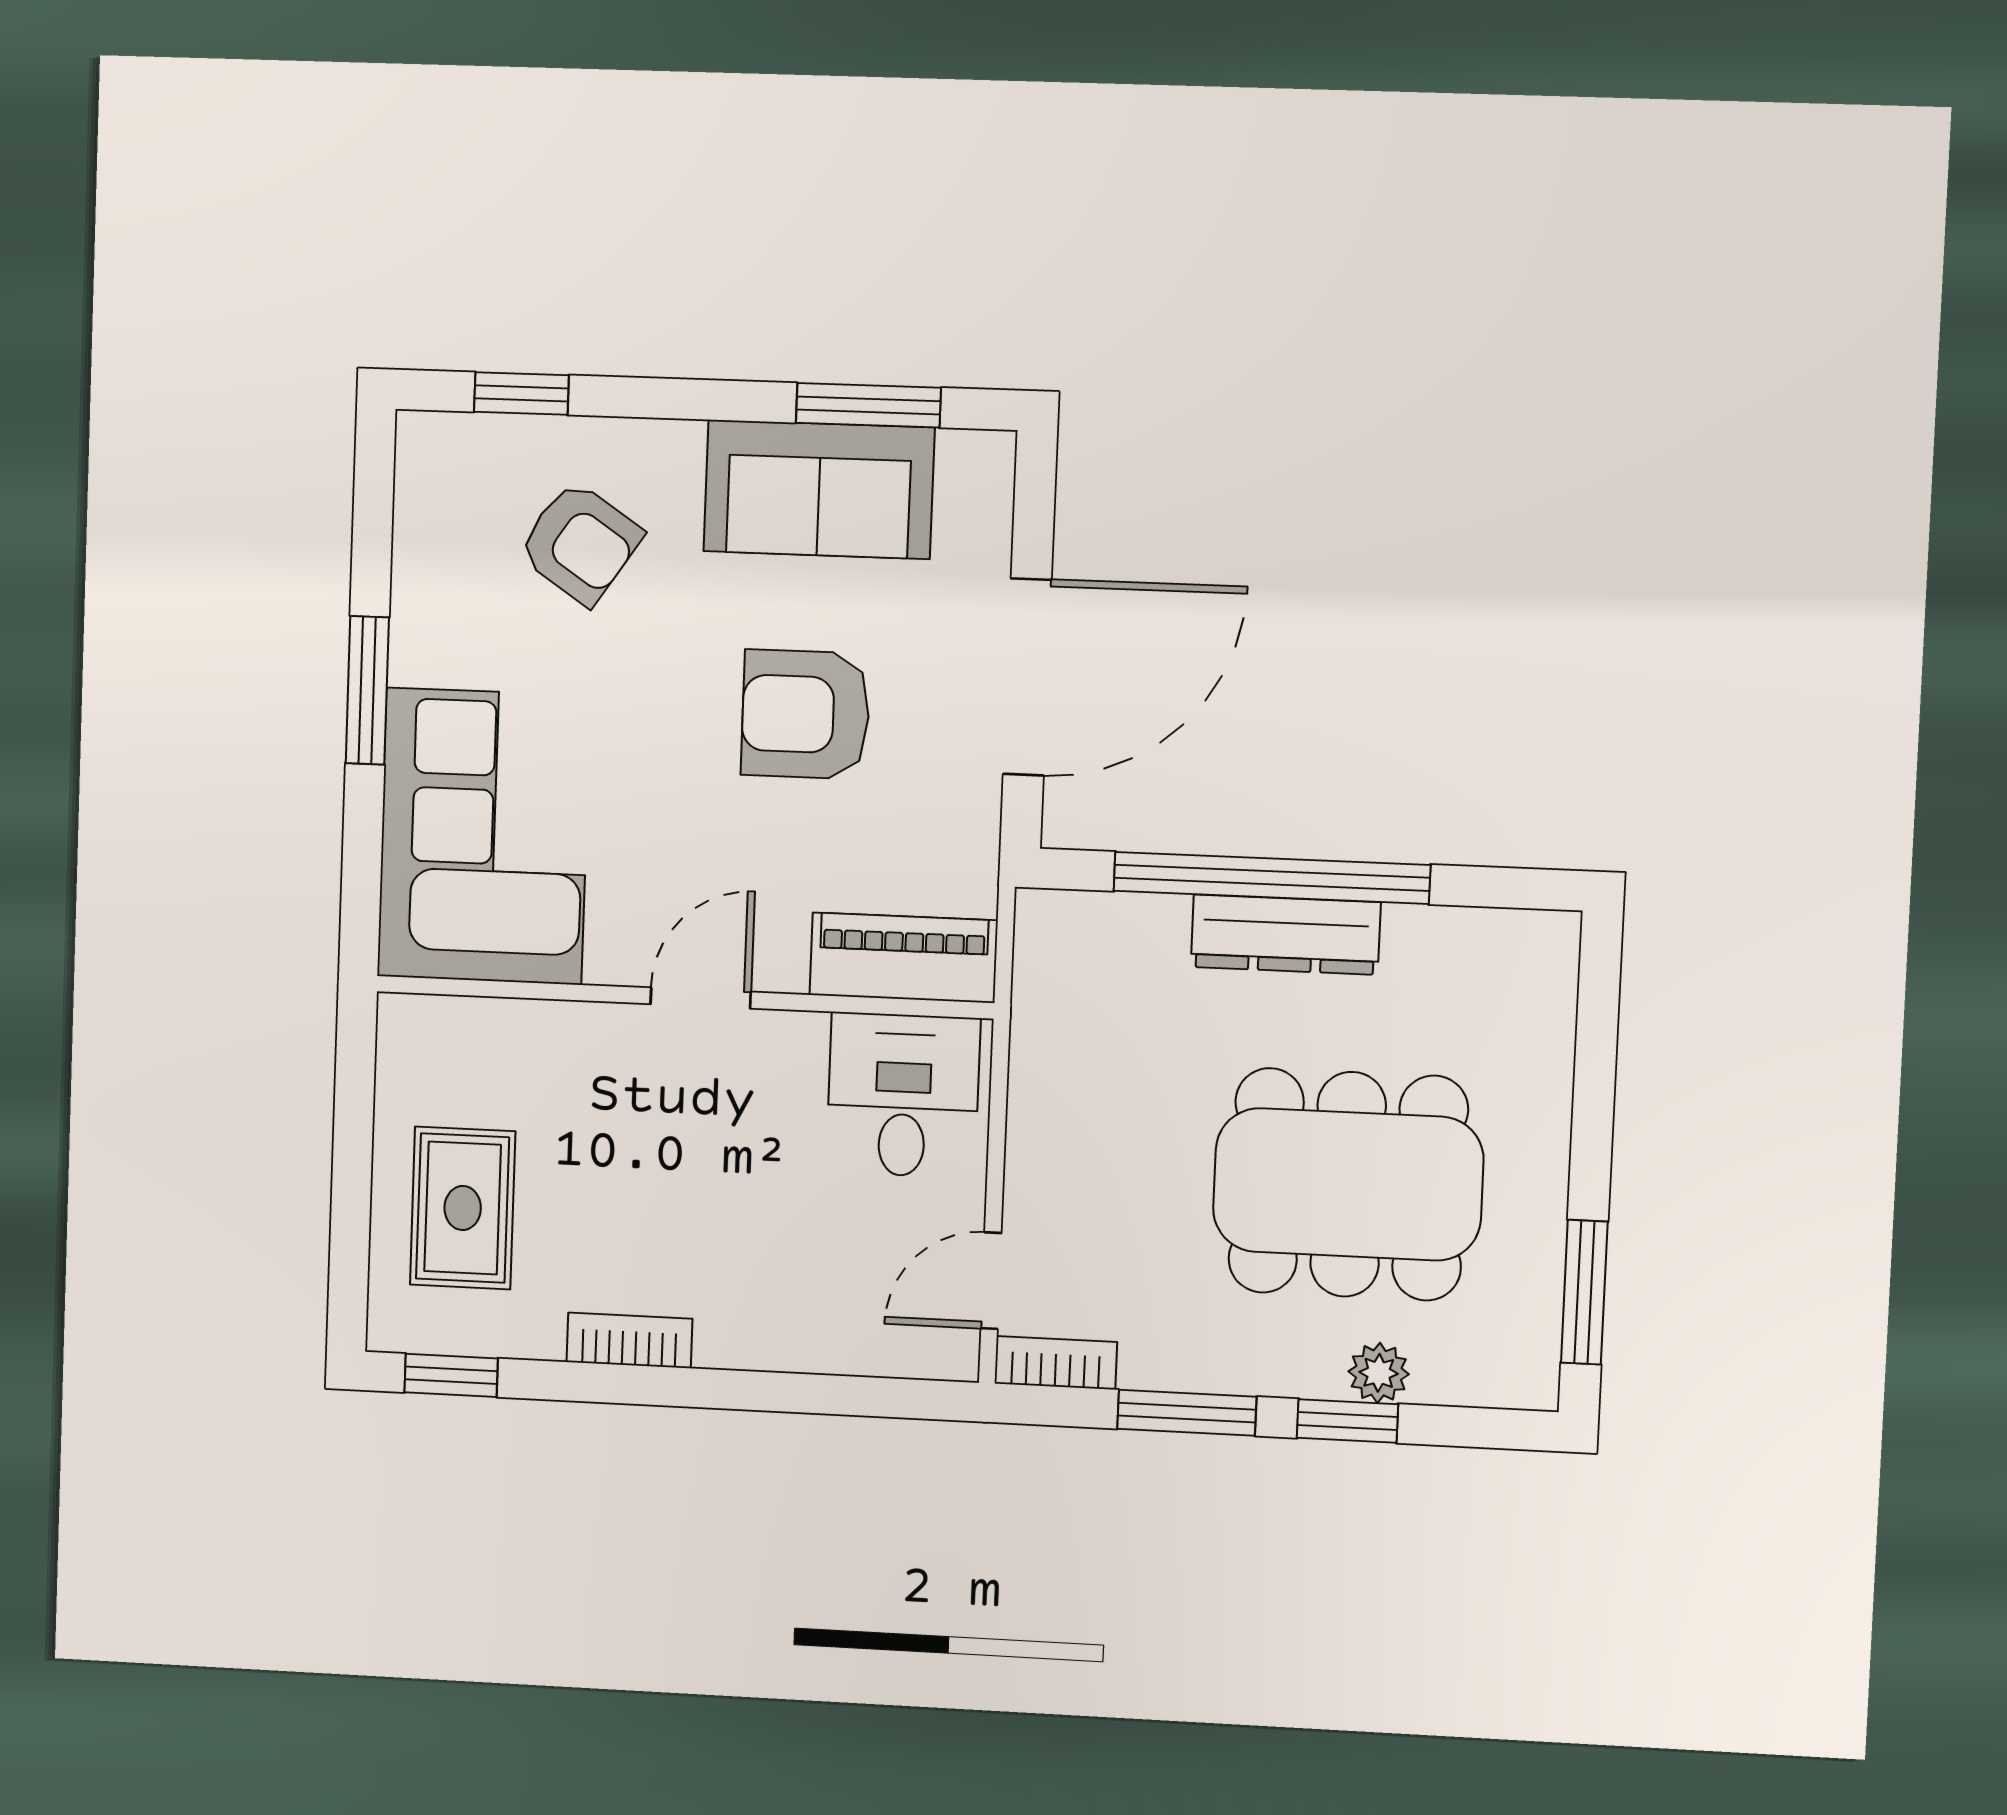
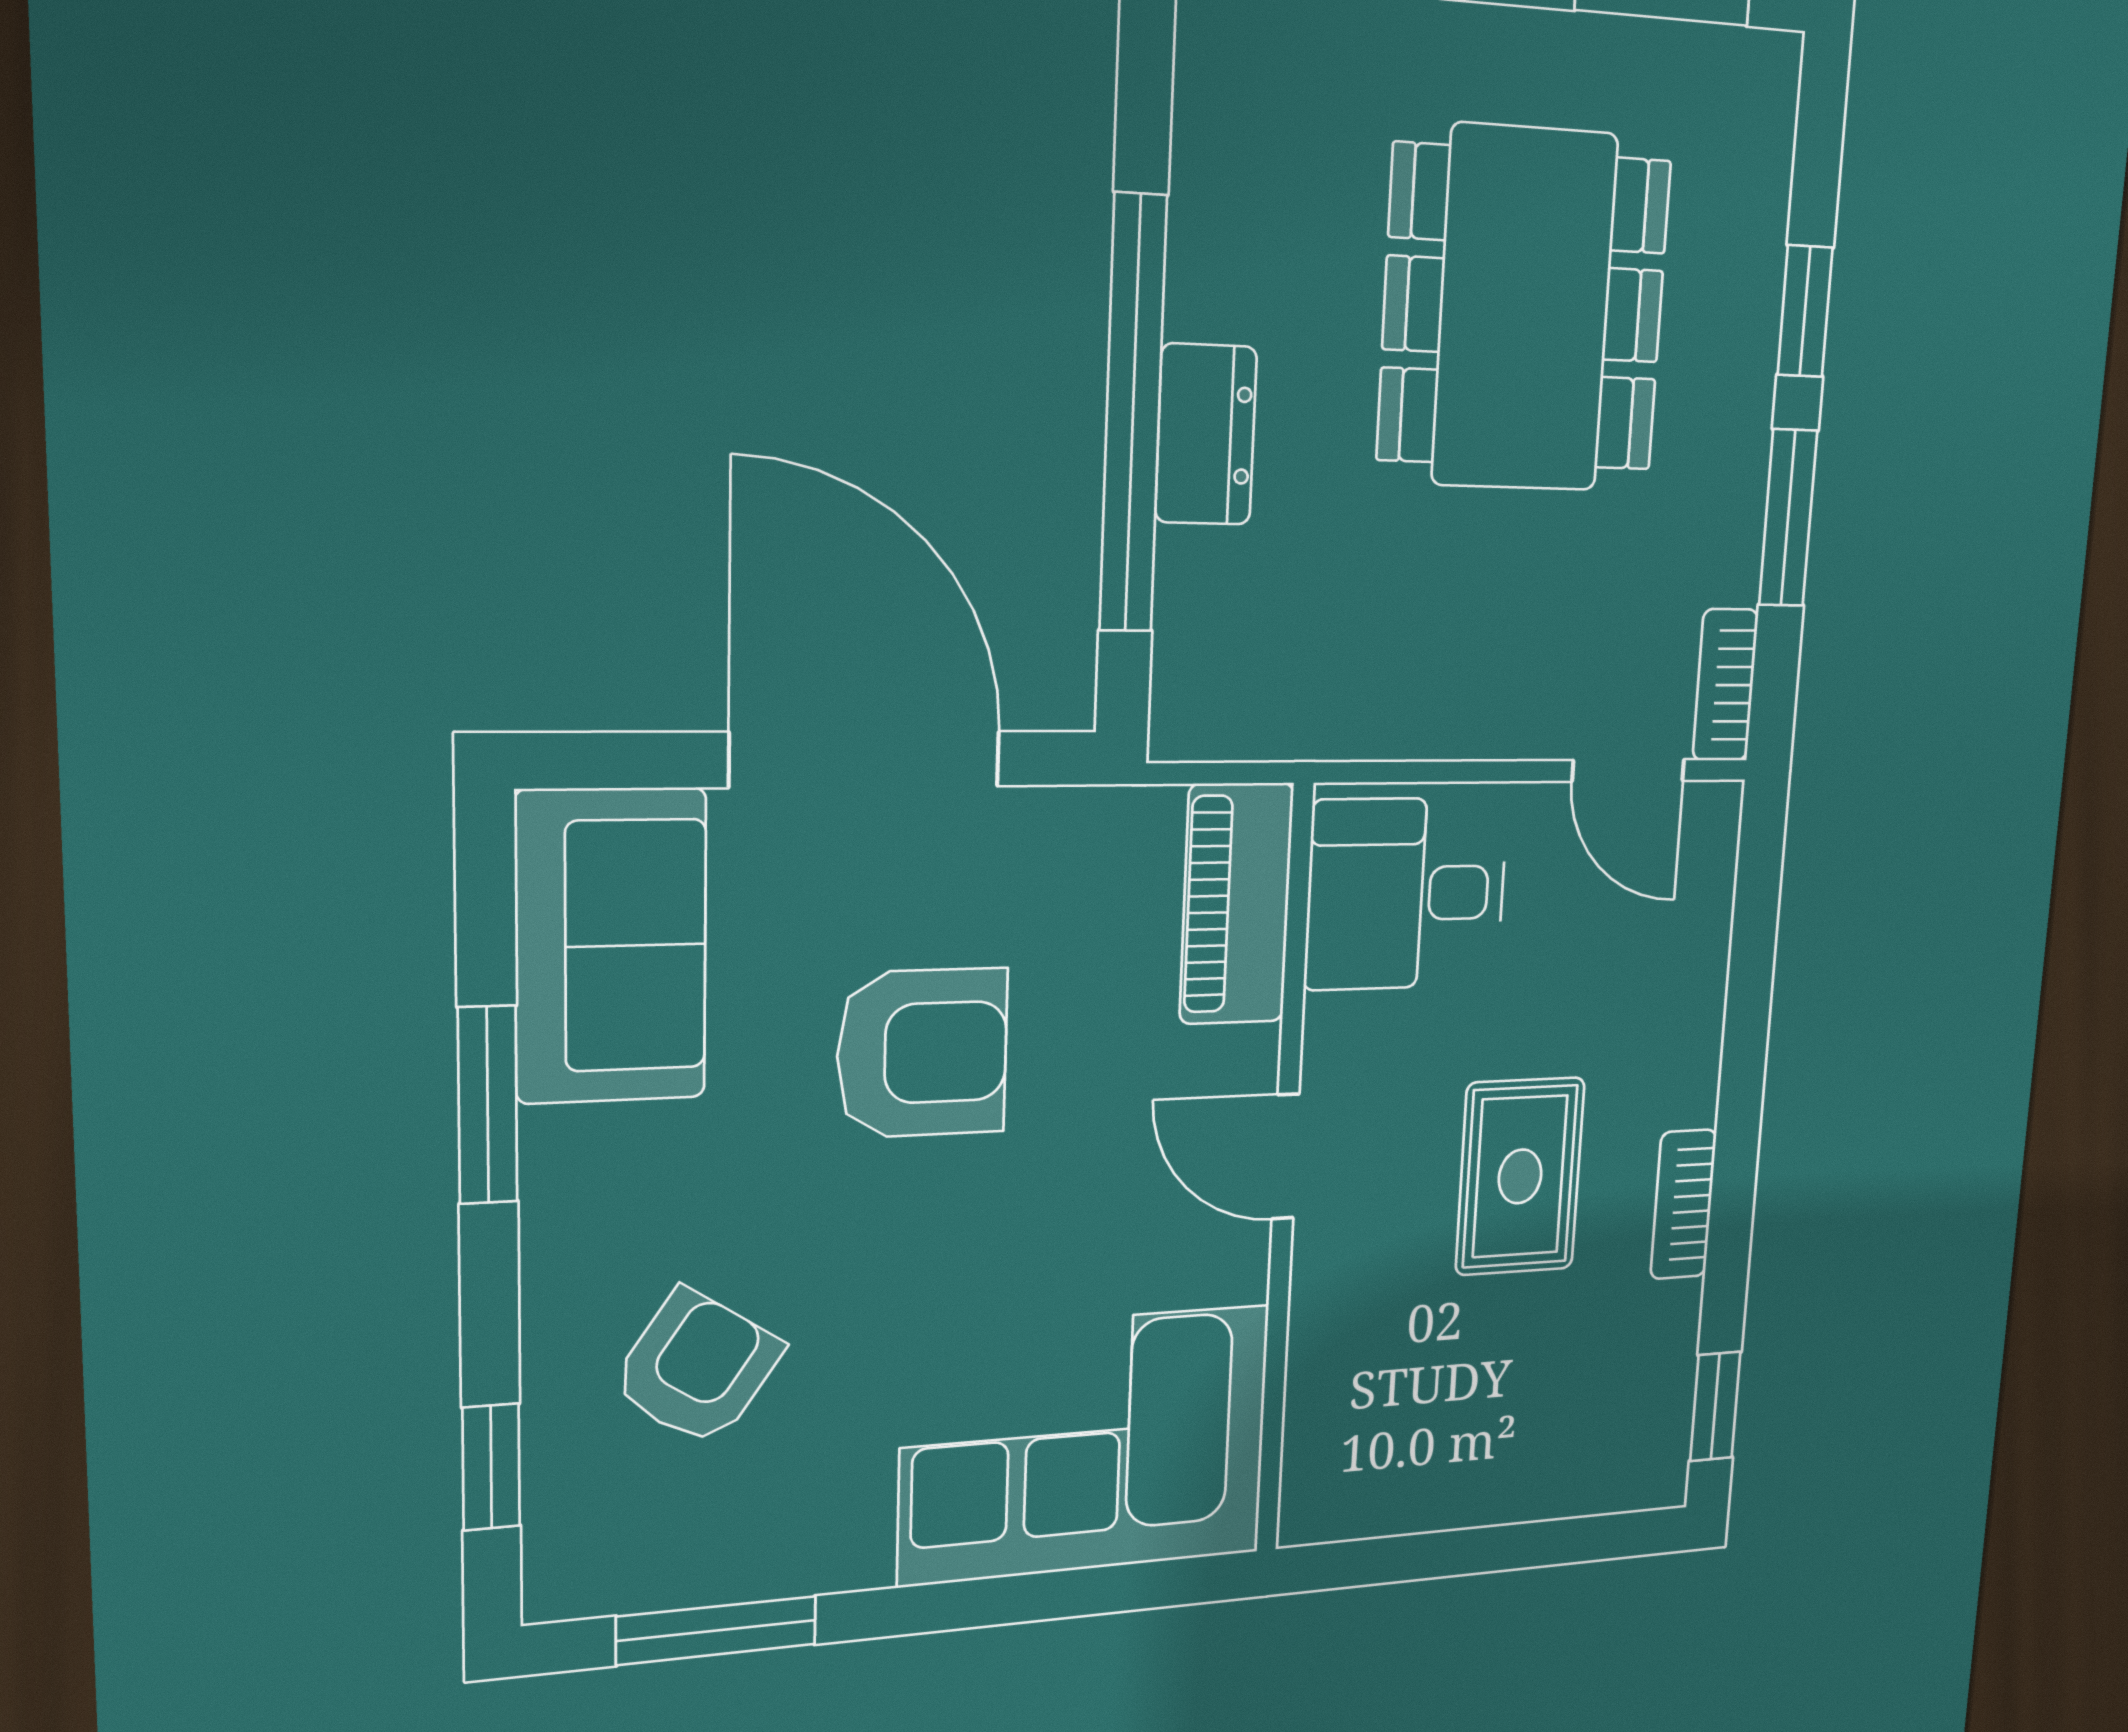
window: (868, 405) -> (488, 1105), moved
sofa: (819, 489) -> (611, 946), moved
window: (367, 690) -> (717, 1630), moved
armchair: (806, 714) -> (922, 1053), turned -90
dresser: (1286, 935) -> (1206, 435), width x0.70
rug: (463, 1208) -> (1520, 1176), moved, turned 90
plant: (1379, 1373) -> (1751, 270), removed

